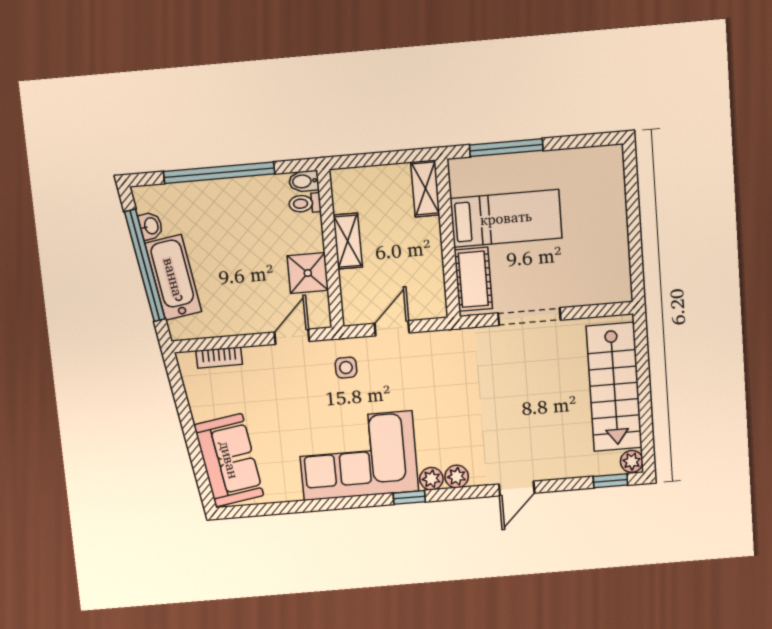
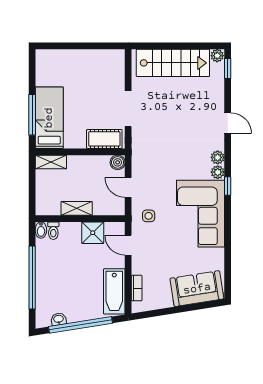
bed: (506, 218) -> (49, 118), moved
bathtub: (173, 277) -> (114, 291), moved, turned -81
boiler: (434, 306) -> (118, 162), added

